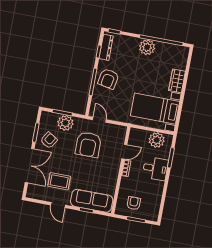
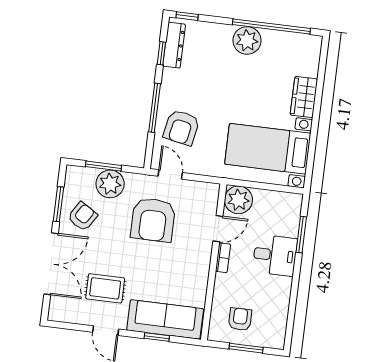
armchair: (108, 79) -> (181, 128), moved
plant: (157, 140) -> (238, 200), moved

